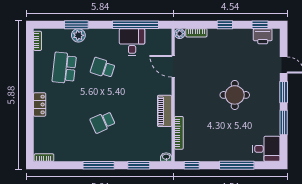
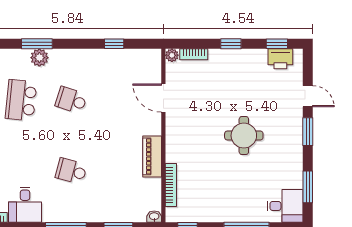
window: (136, 25) -> (114, 44), width x0.32
desk: (132, 42) -> (25, 205), moved, turned 180
school desk: (103, 122) -> (71, 171), turned 39
window: (284, 122) -> (308, 187), moved

